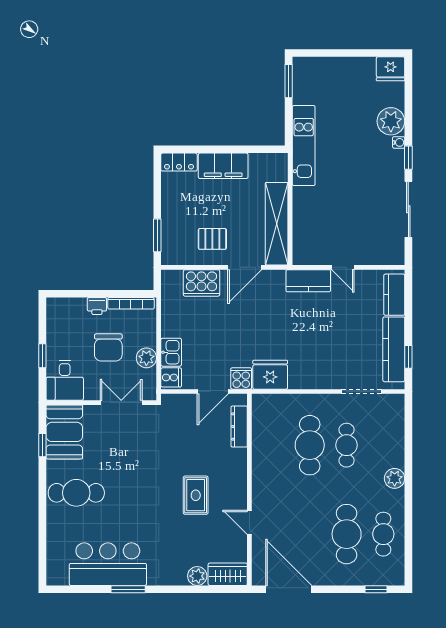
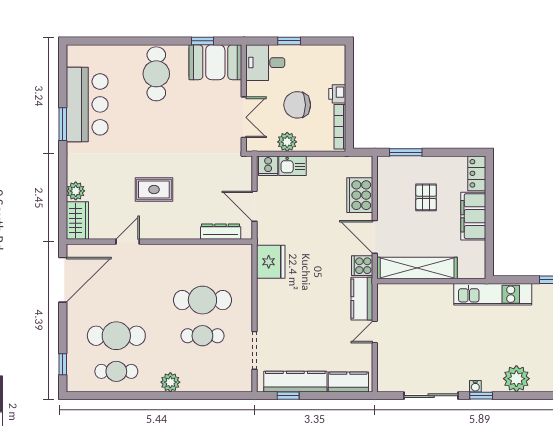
water cooler: (399, 142) -> (475, 386), moved
pallet: (212, 239) -> (426, 197), moved
cooker: (241, 378) -> (362, 266), moved, turned 180

